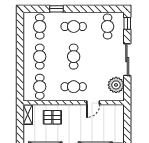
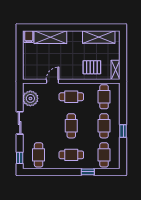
window: (20, 51) -> (123, 131), added
sliding door: (127, 60) -> (20, 123), width x0.73

